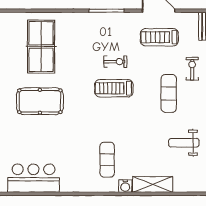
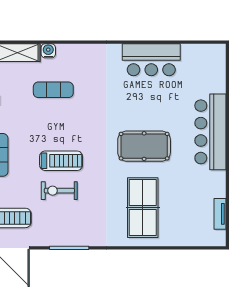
exercise bike: (115, 62) -> (59, 191), width x1.38, depth x1.39
exercise mat: (107, 160) -> (53, 90), moved, turned 90

